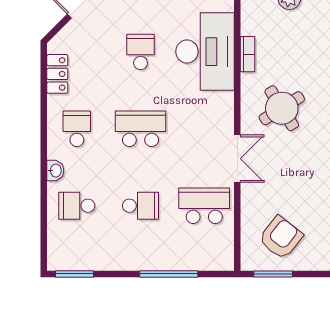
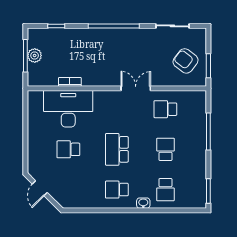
locker: (57, 74) -> (82, 202), removed
round table: (282, 108) -> (104, 60), removed
school desk: (204, 206) -> (165, 109), width x0.54

